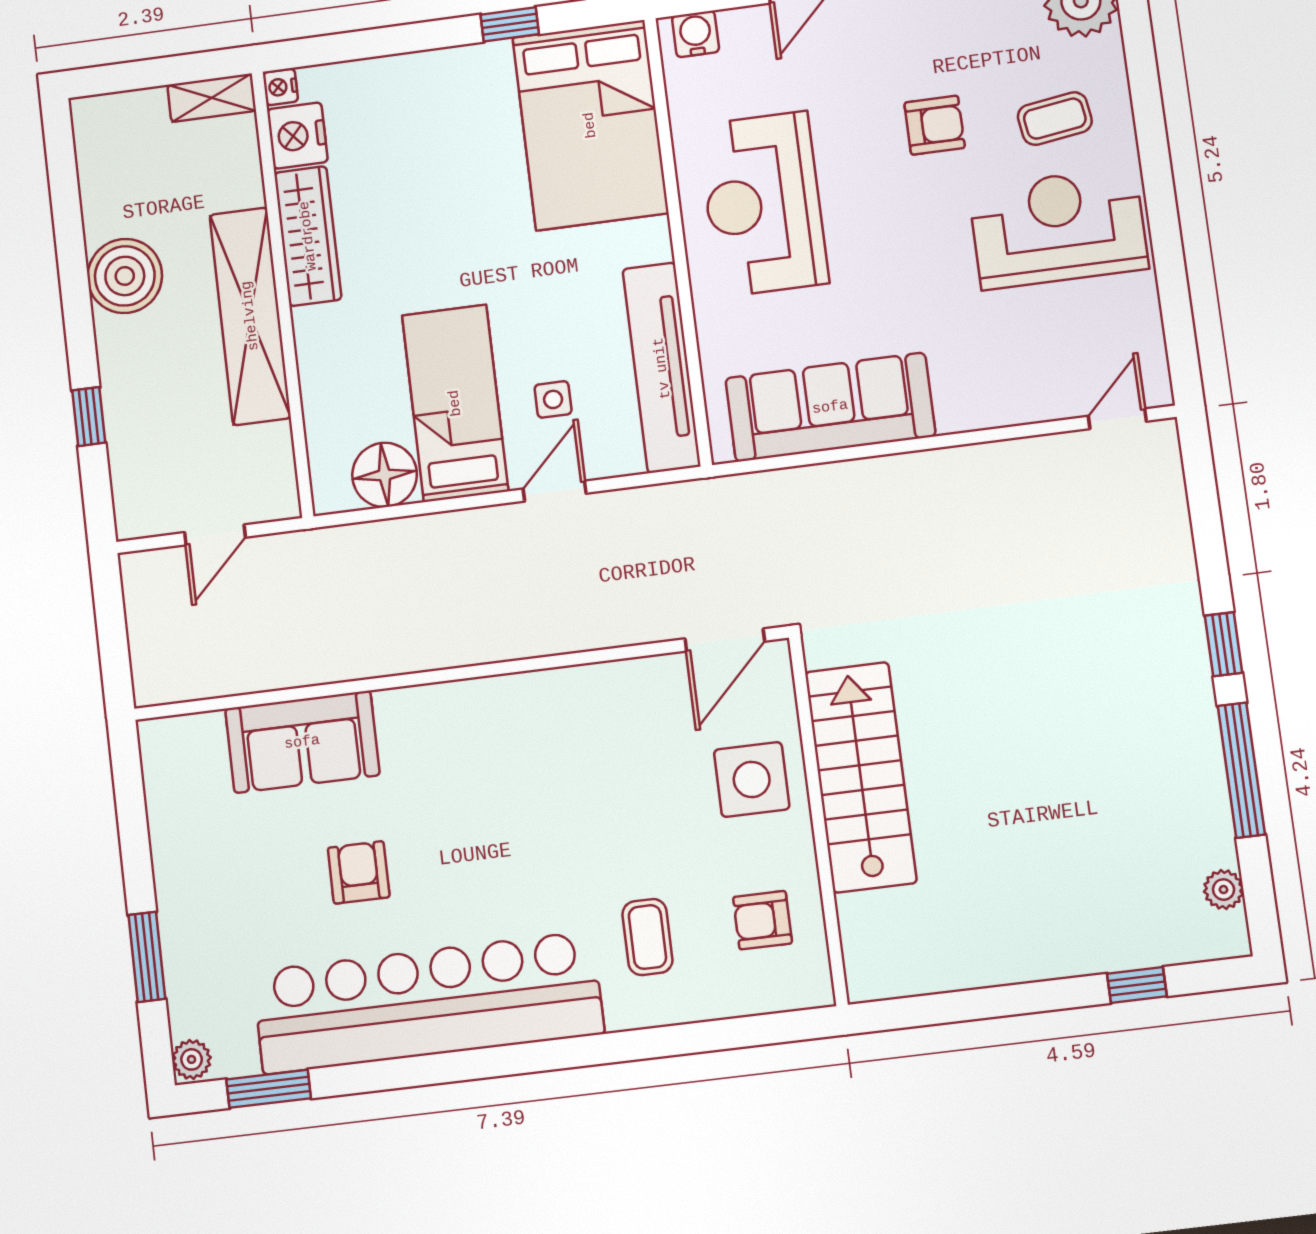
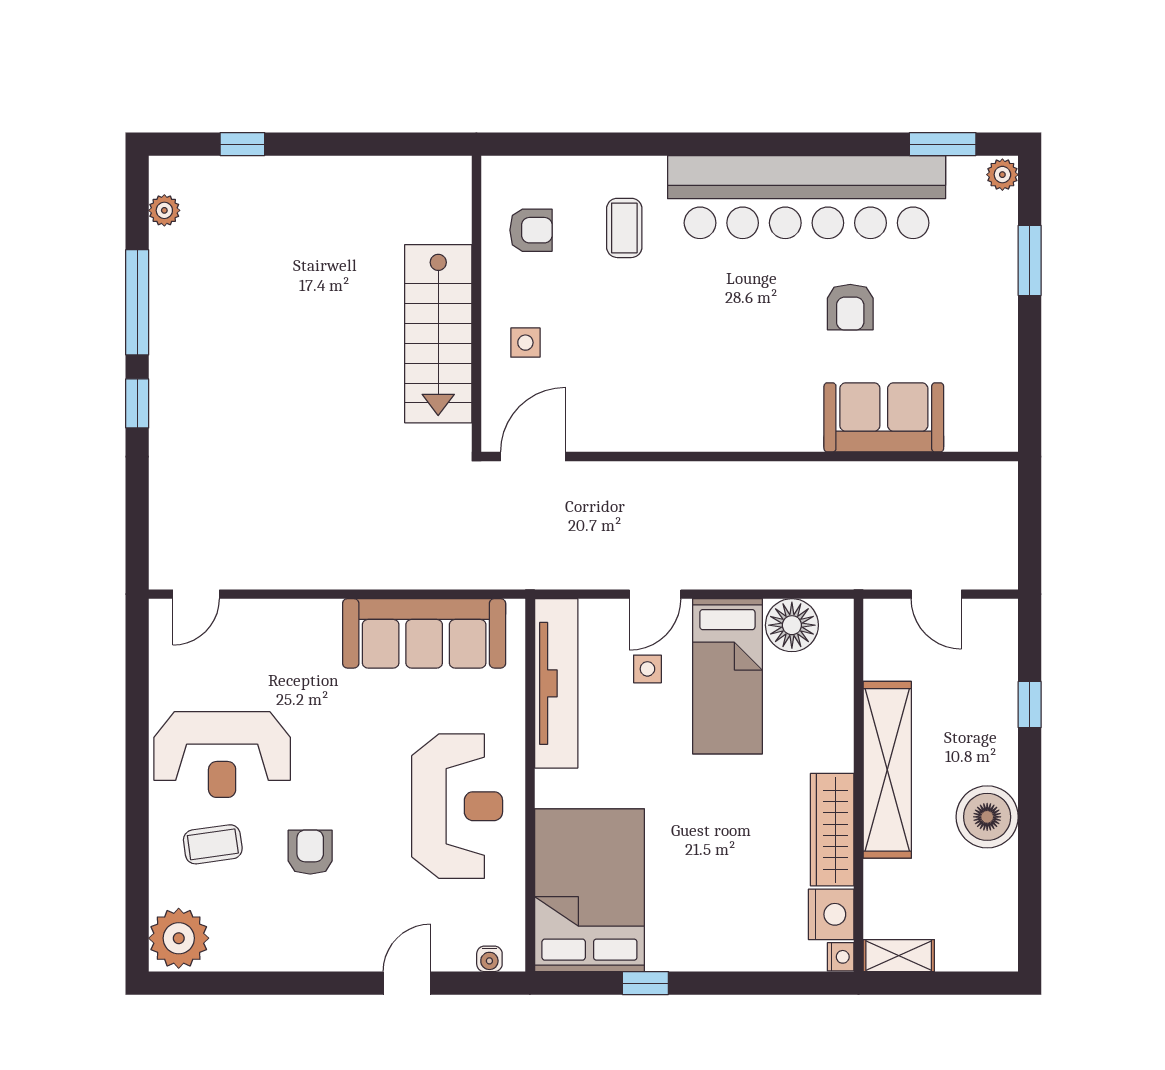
water cooler: (696, 34) -> (489, 959), width x0.72, depth x0.72
armchair: (935, 125) -> (310, 852), turned 90
door: (215, 535) -> (936, 594), swing flipped
side table: (752, 779) -> (525, 343), width x0.54, depth x0.54

